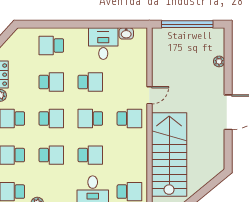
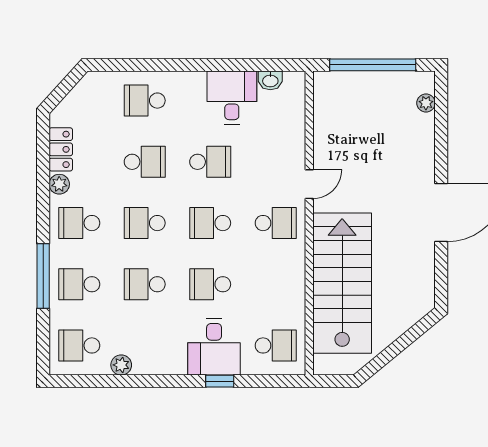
plant: (219, 61) -> (426, 103), moved
school desk: (51, 119) -> (145, 223), turned 180
school desk: (51, 155) -> (145, 284), turned 180
school desk: (90, 155) -> (210, 284), turned 180

